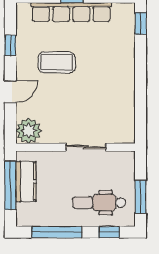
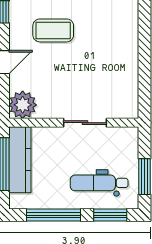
kitchen counter: (26, 181) -> (20, 160), width x1.50
window: (109, 232) -> (110, 215), width x1.50

